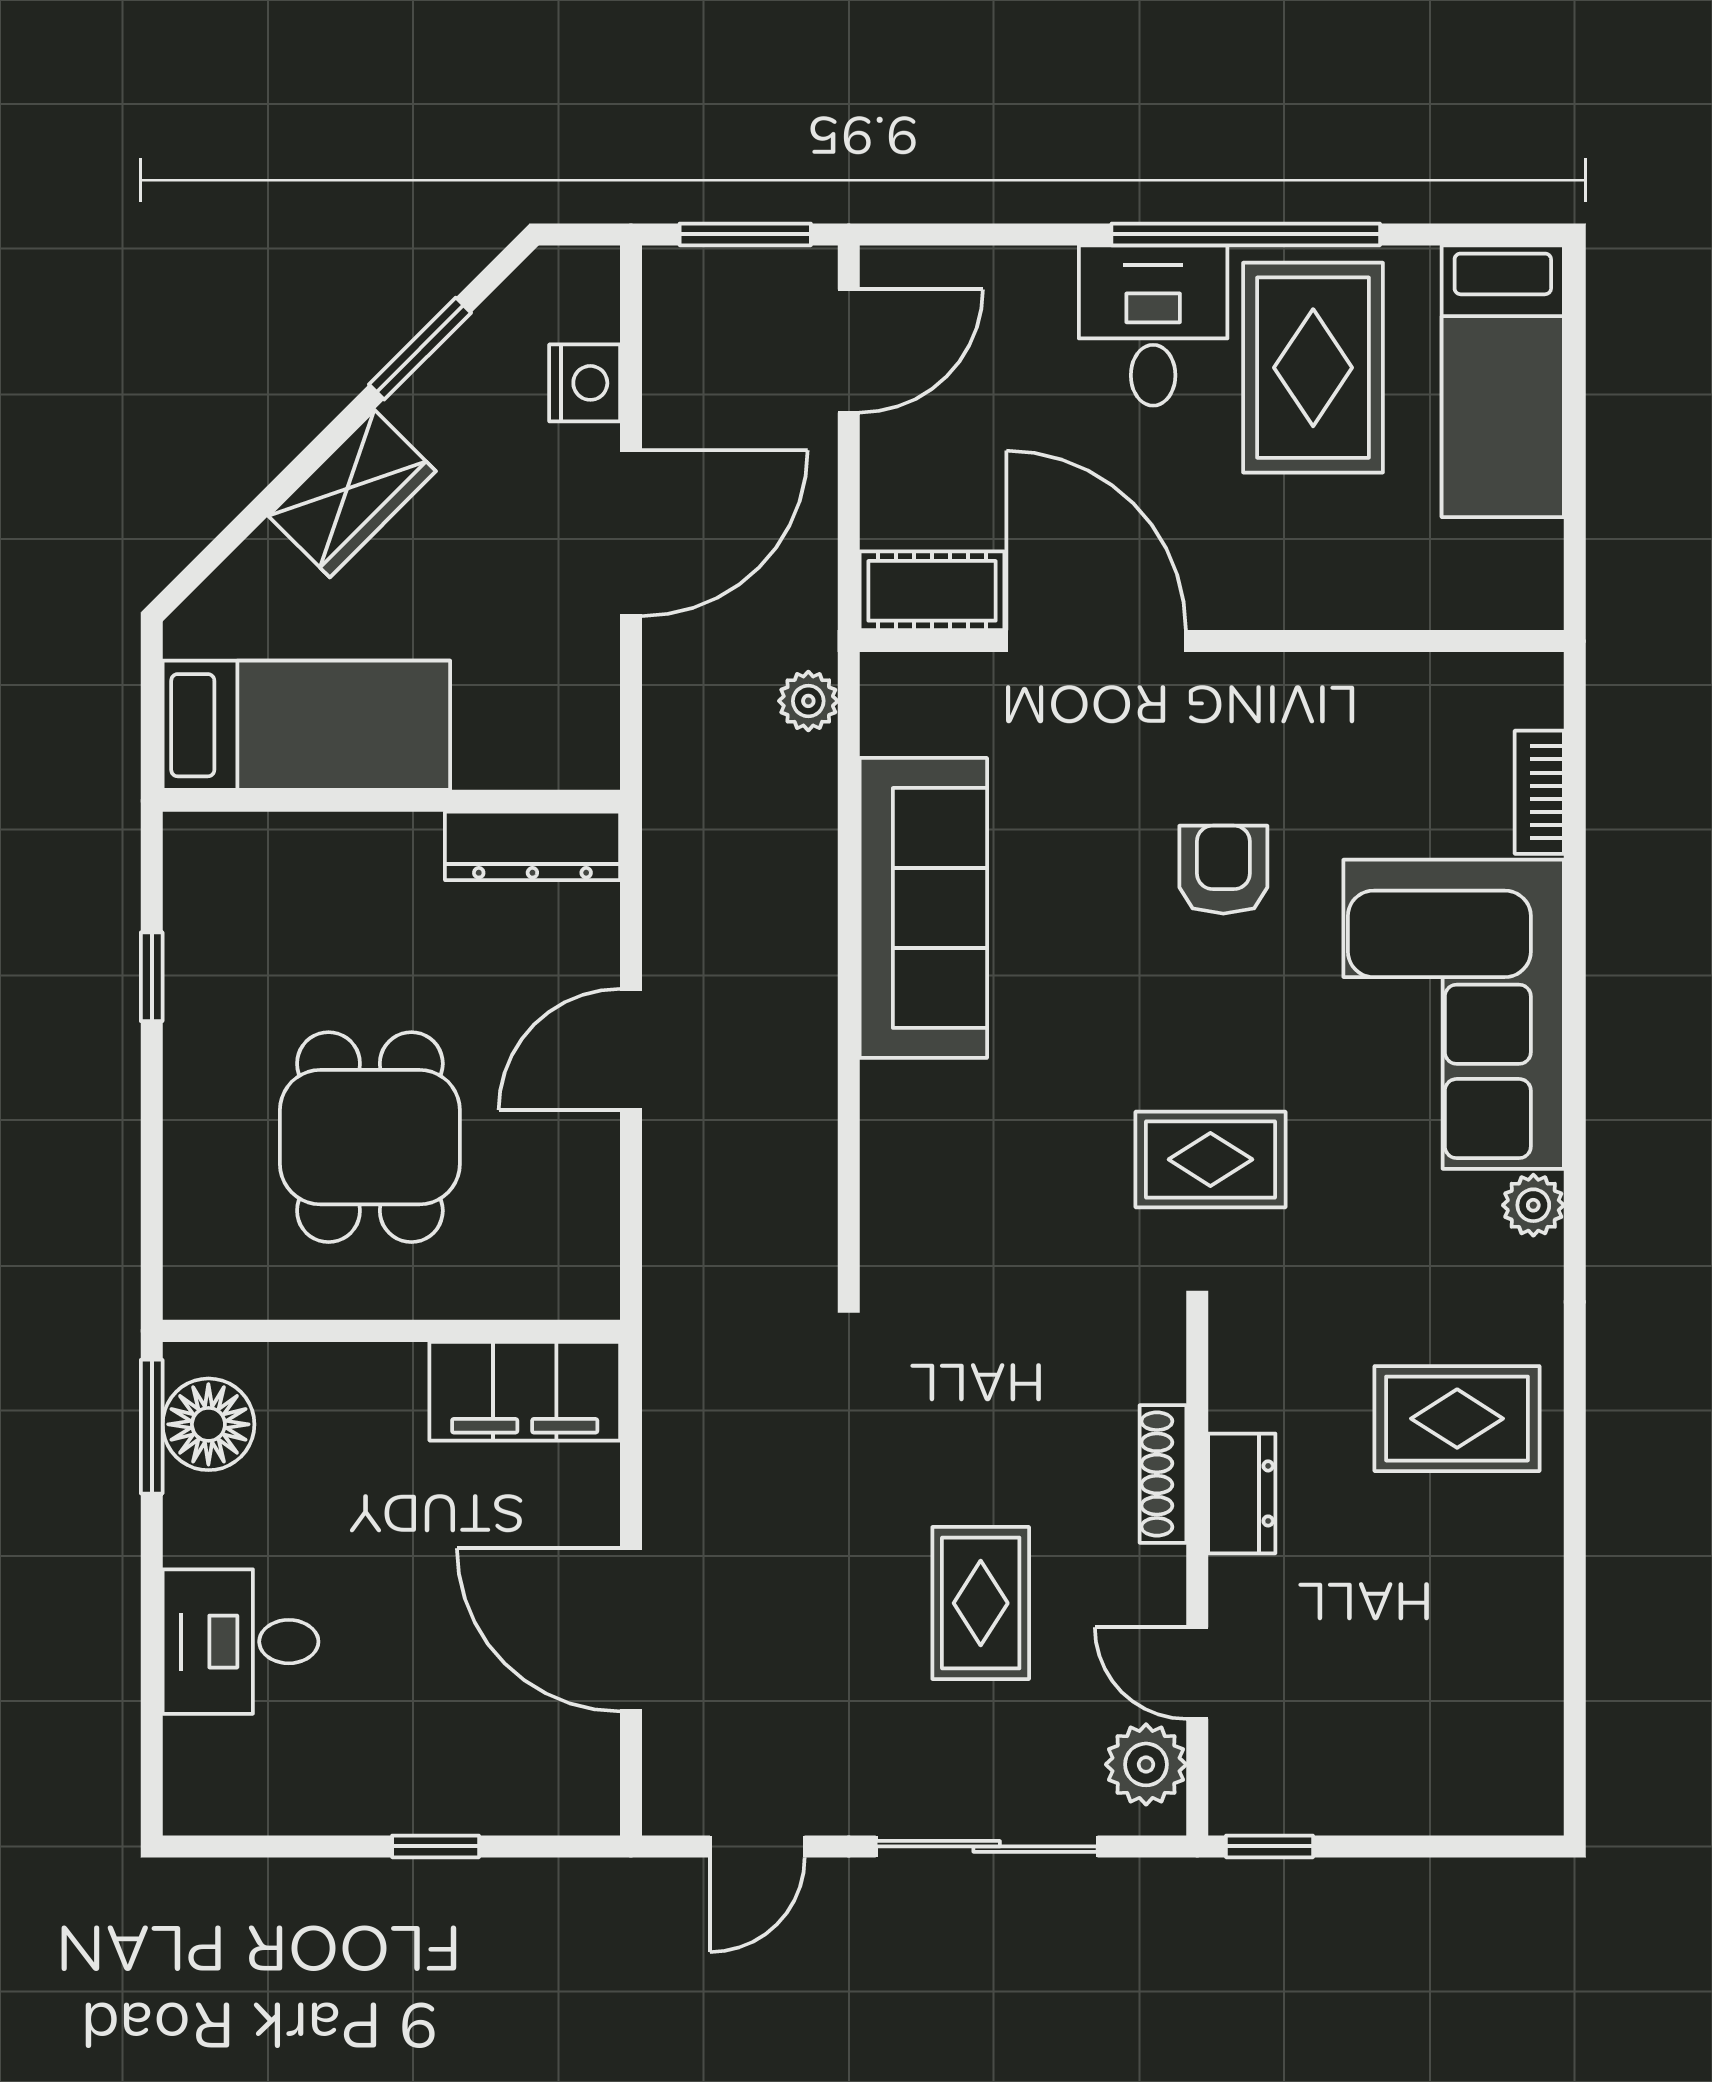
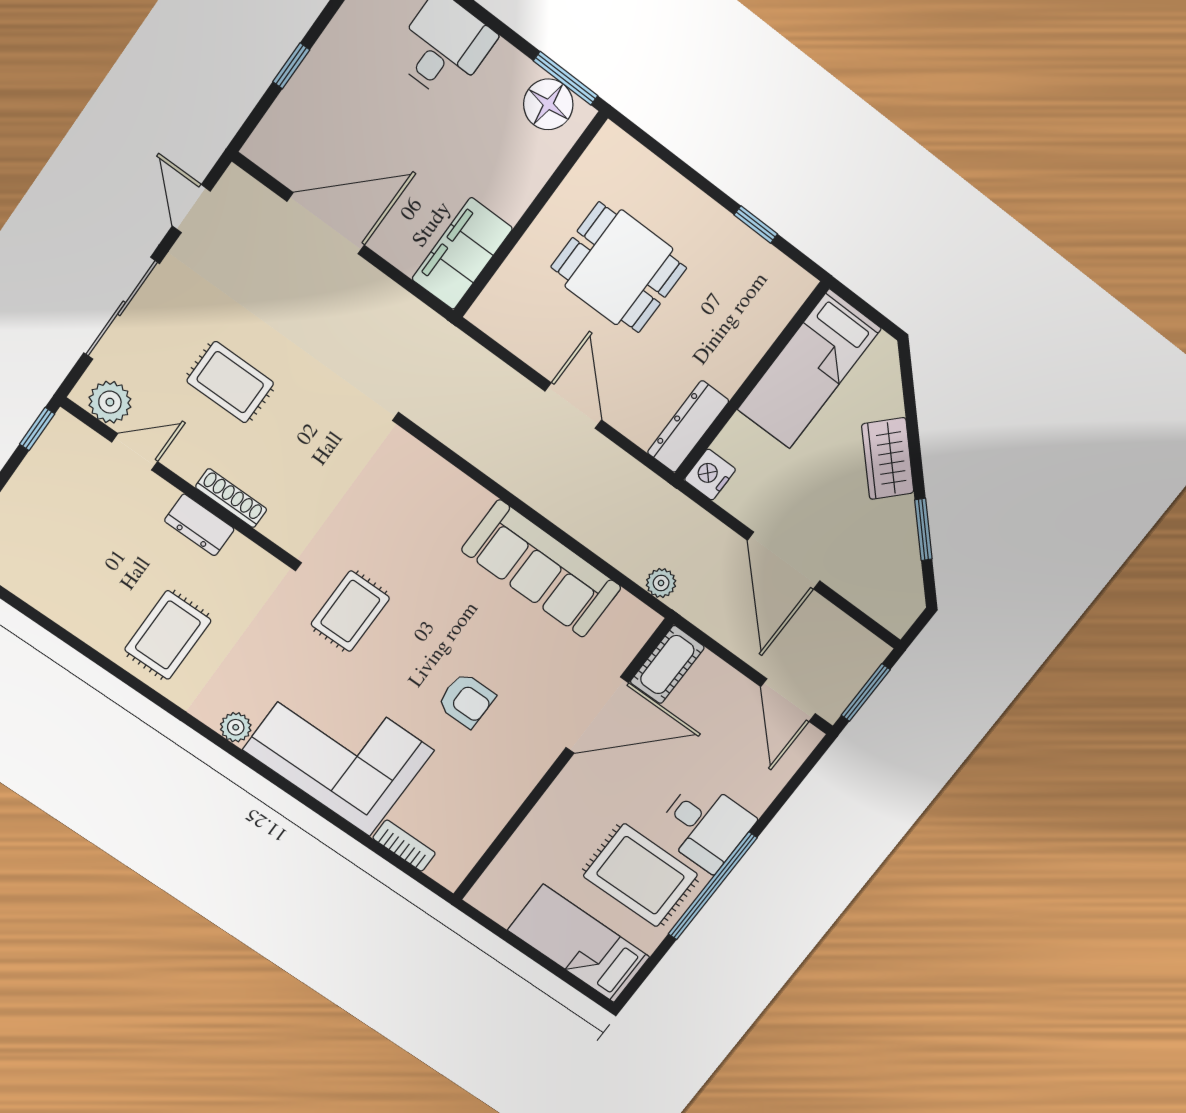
nightstand: (585, 383) -> (710, 475), moved, turned 90

